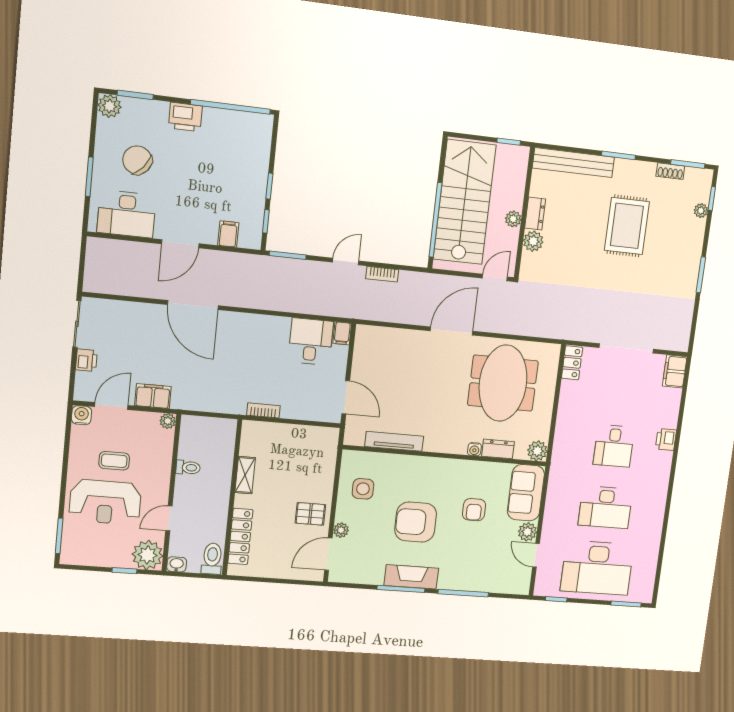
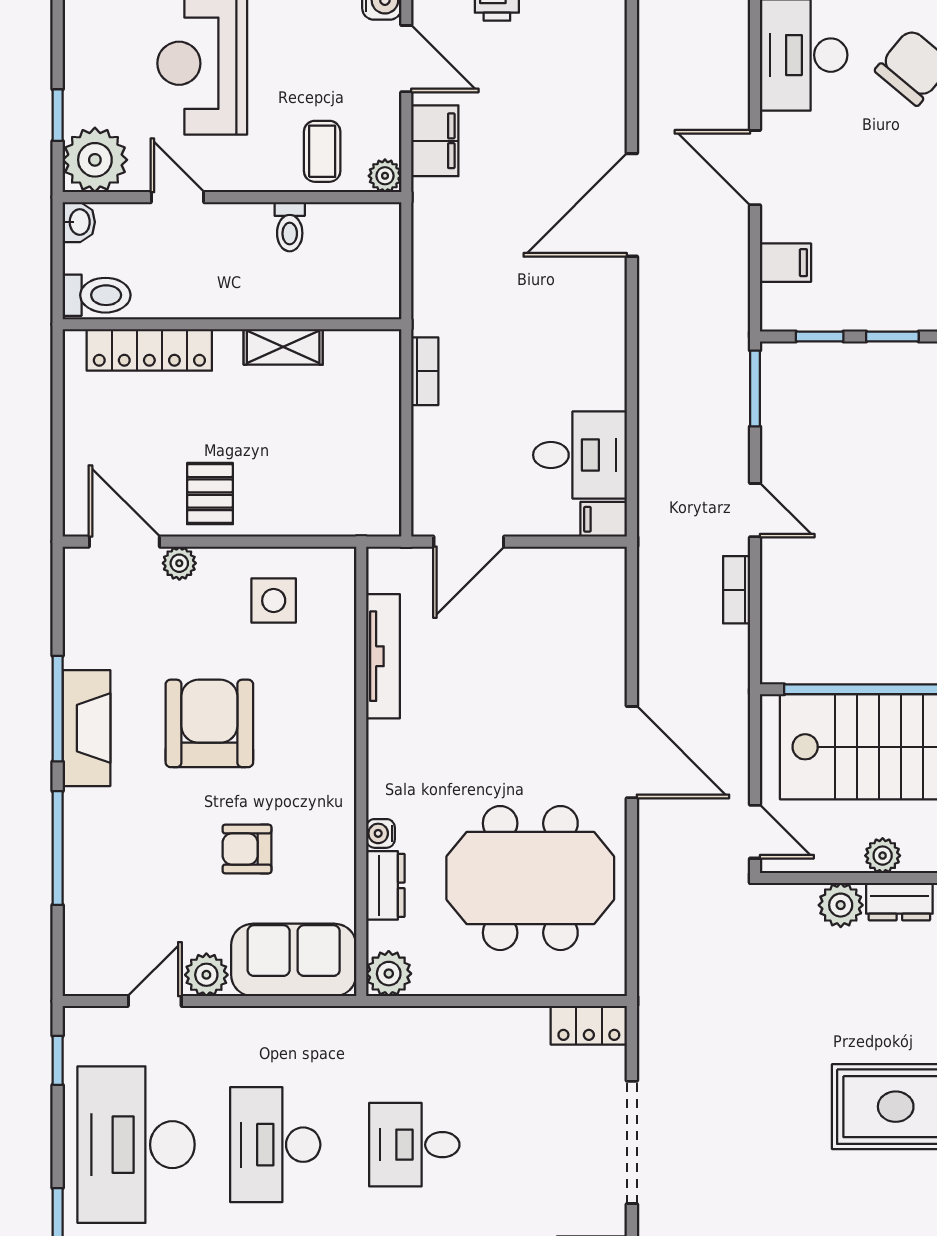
coffee table: (114, 461) -> (322, 151), moved

